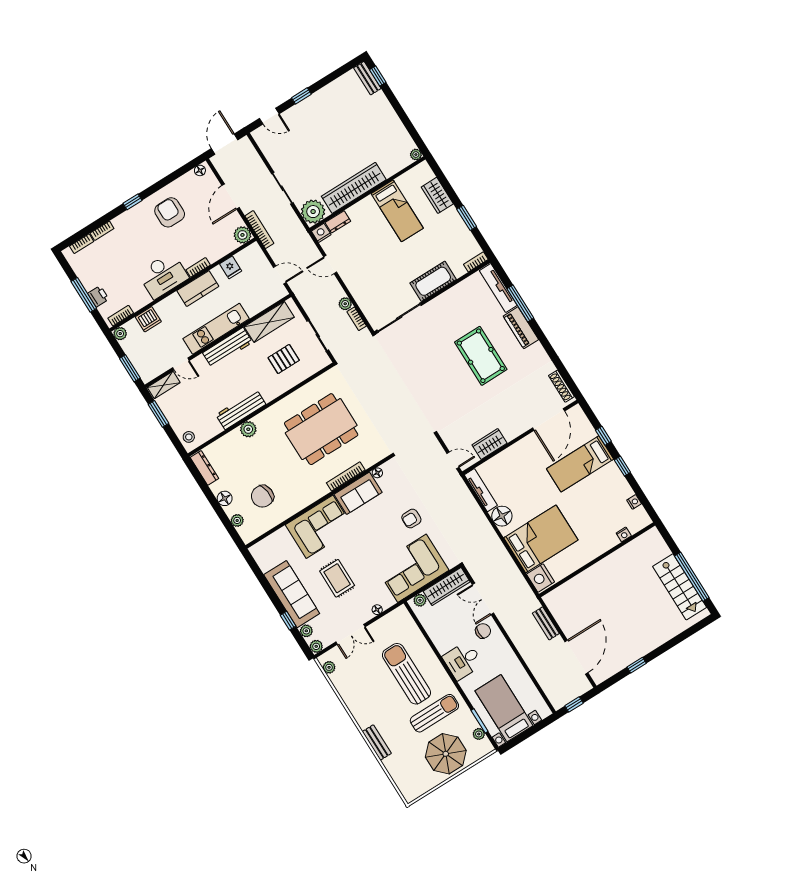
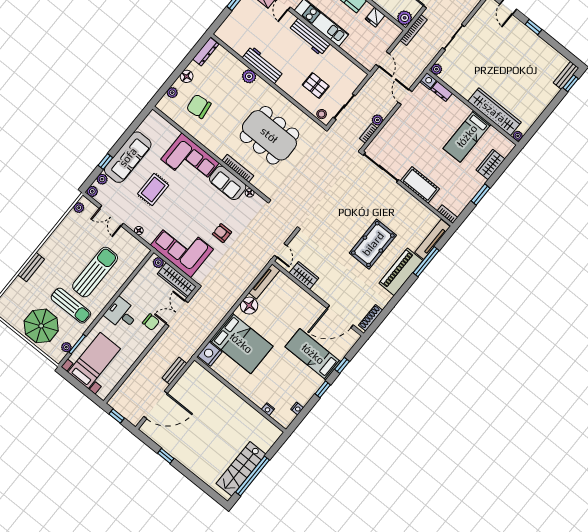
wardrobe: (354, 188) -> (494, 112), moved
plant: (313, 212) -> (436, 69), width x0.53, depth x0.53
shelving: (269, 322) -> (342, 64), removed
piano: (521, 328) -> (401, 272), width x1.37, depth x1.33
stool: (189, 437) -> (322, 114), moved

